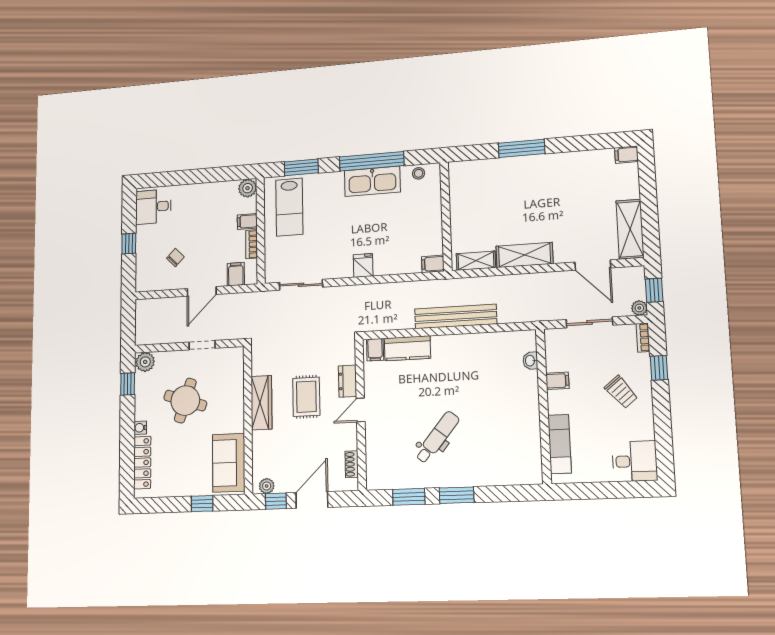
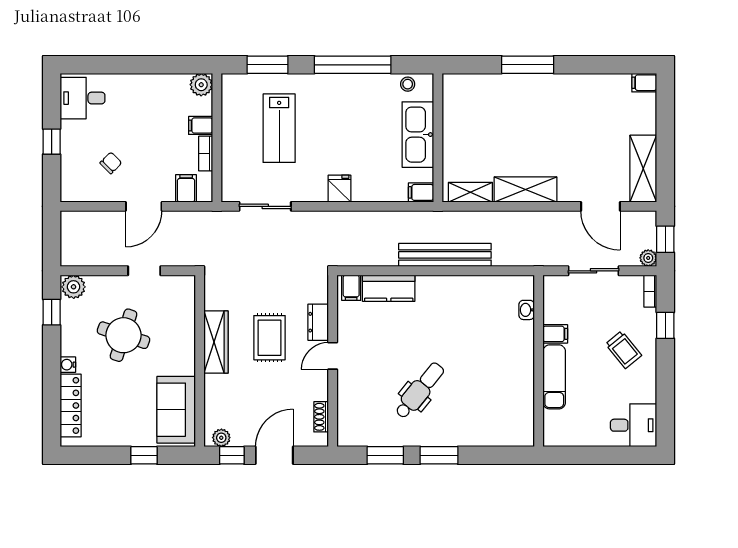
kitchen sink: (372, 181) -> (418, 135), moved, turned 90
lab bench: (289, 207) -> (279, 128), moved
exam couch: (560, 444) -> (554, 377), moved

